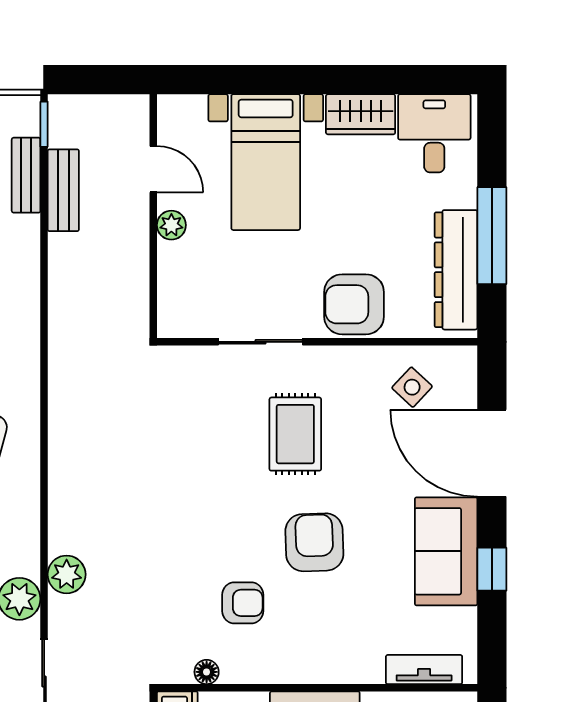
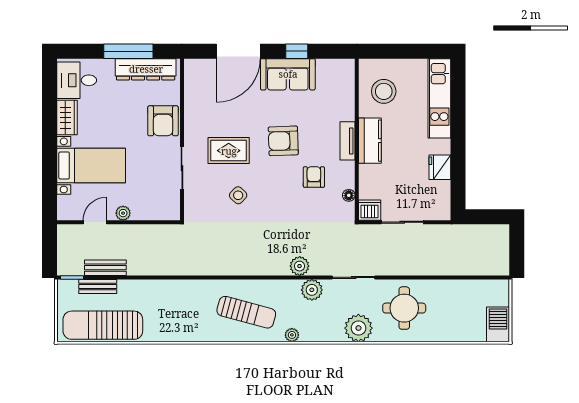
side table: (412, 387) -> (238, 195), moved
tv unit: (424, 670) -> (348, 141), moved

